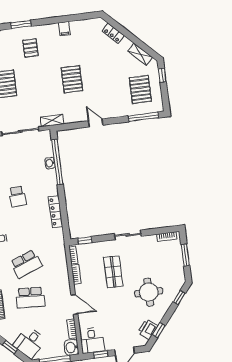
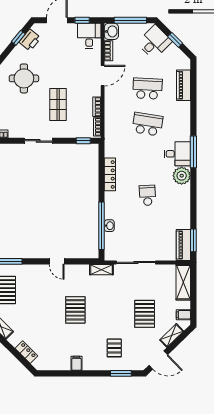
school desk: (26, 264) -> (147, 124), turned 30
door: (74, 304) -> (103, 76), swing flipped

